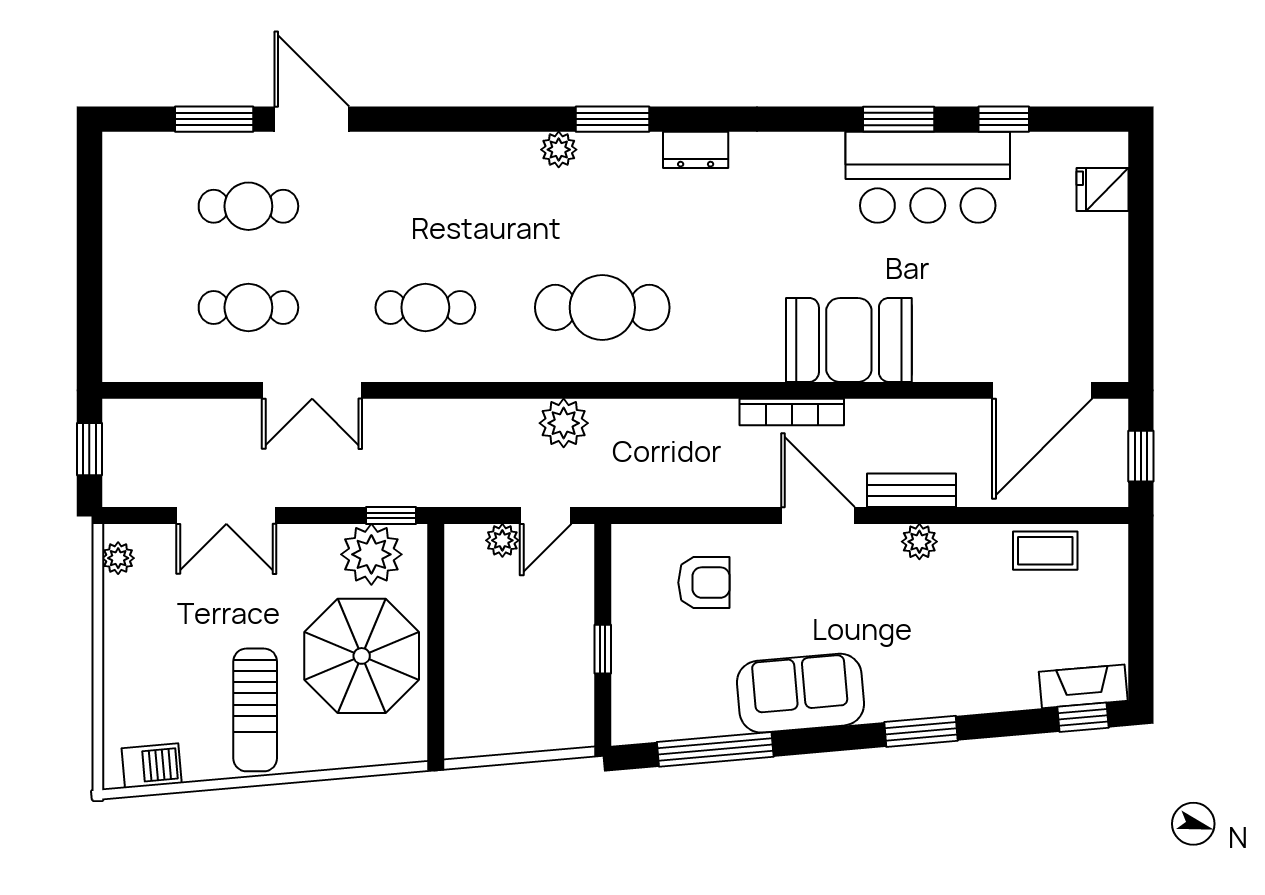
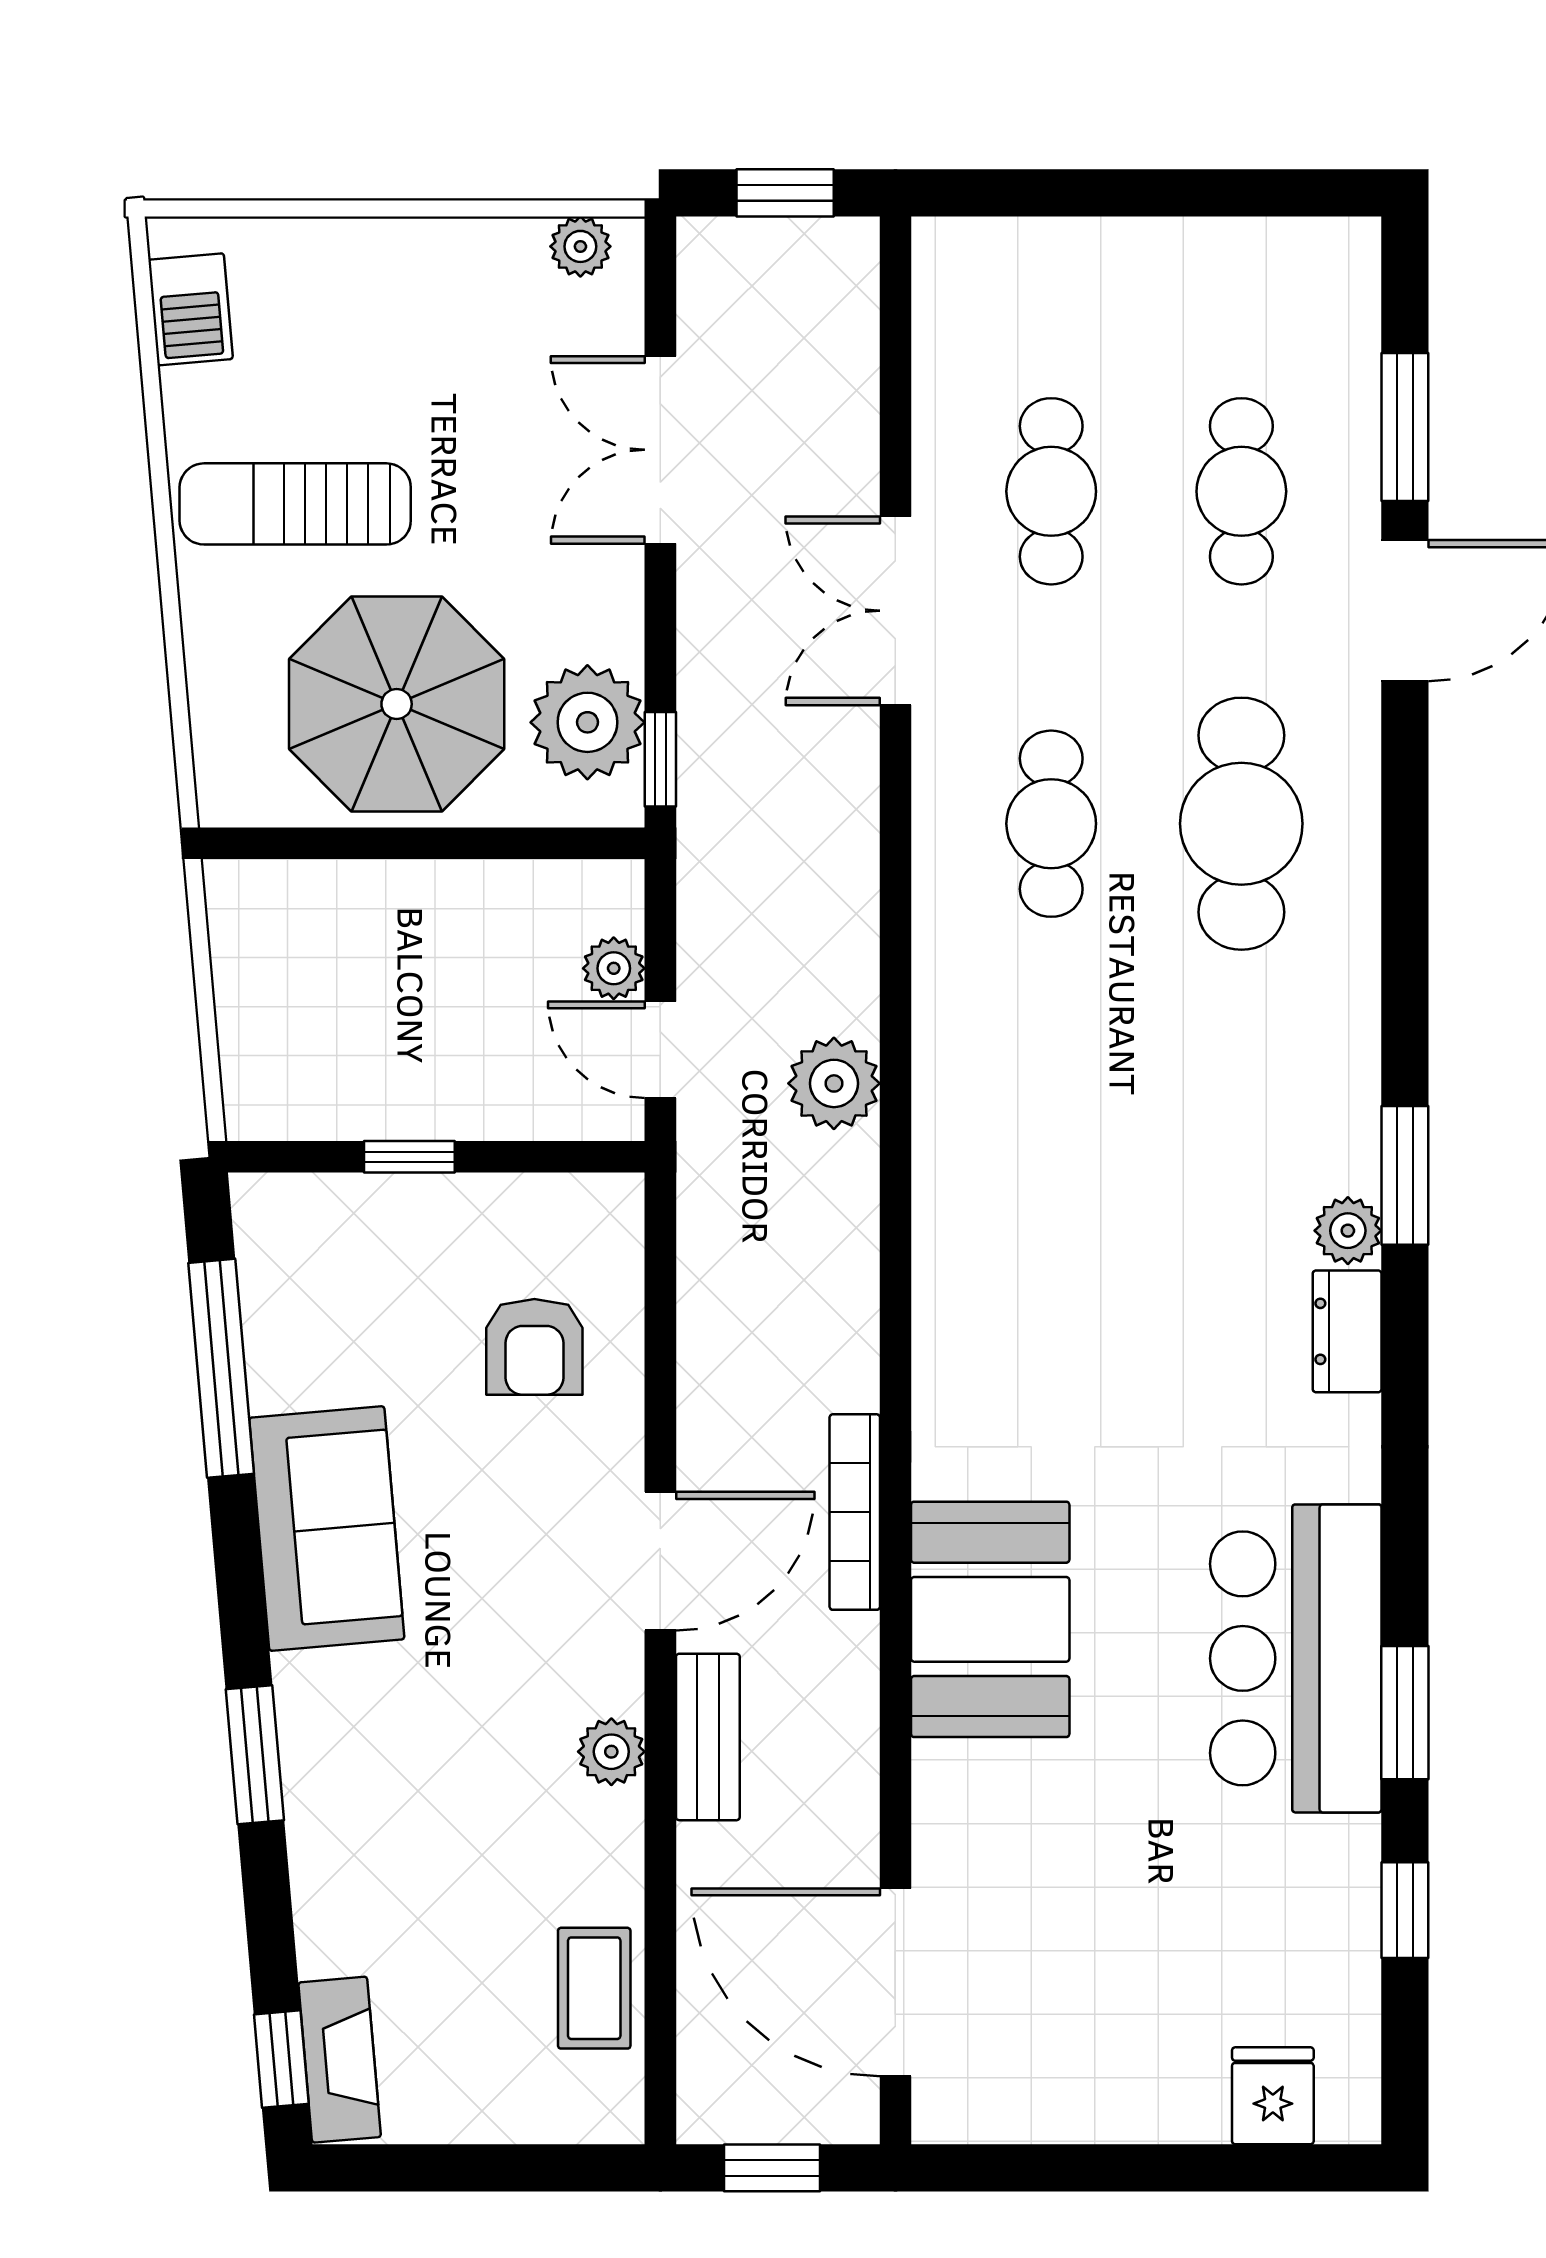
plant: (559, 150) -> (1348, 1231), moved
bar counter: (928, 177) -> (1296, 1658), moved
cafe table: (602, 307) -> (1241, 824), moved

